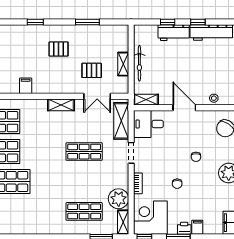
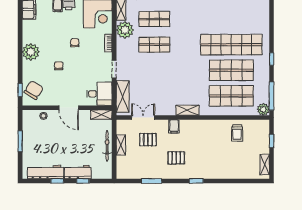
filing cabinet: (26, 86) -> (174, 126), moved
shelving: (61, 105) -> (187, 110), moved
shop shelf: (84, 152) -> (154, 45), moved

